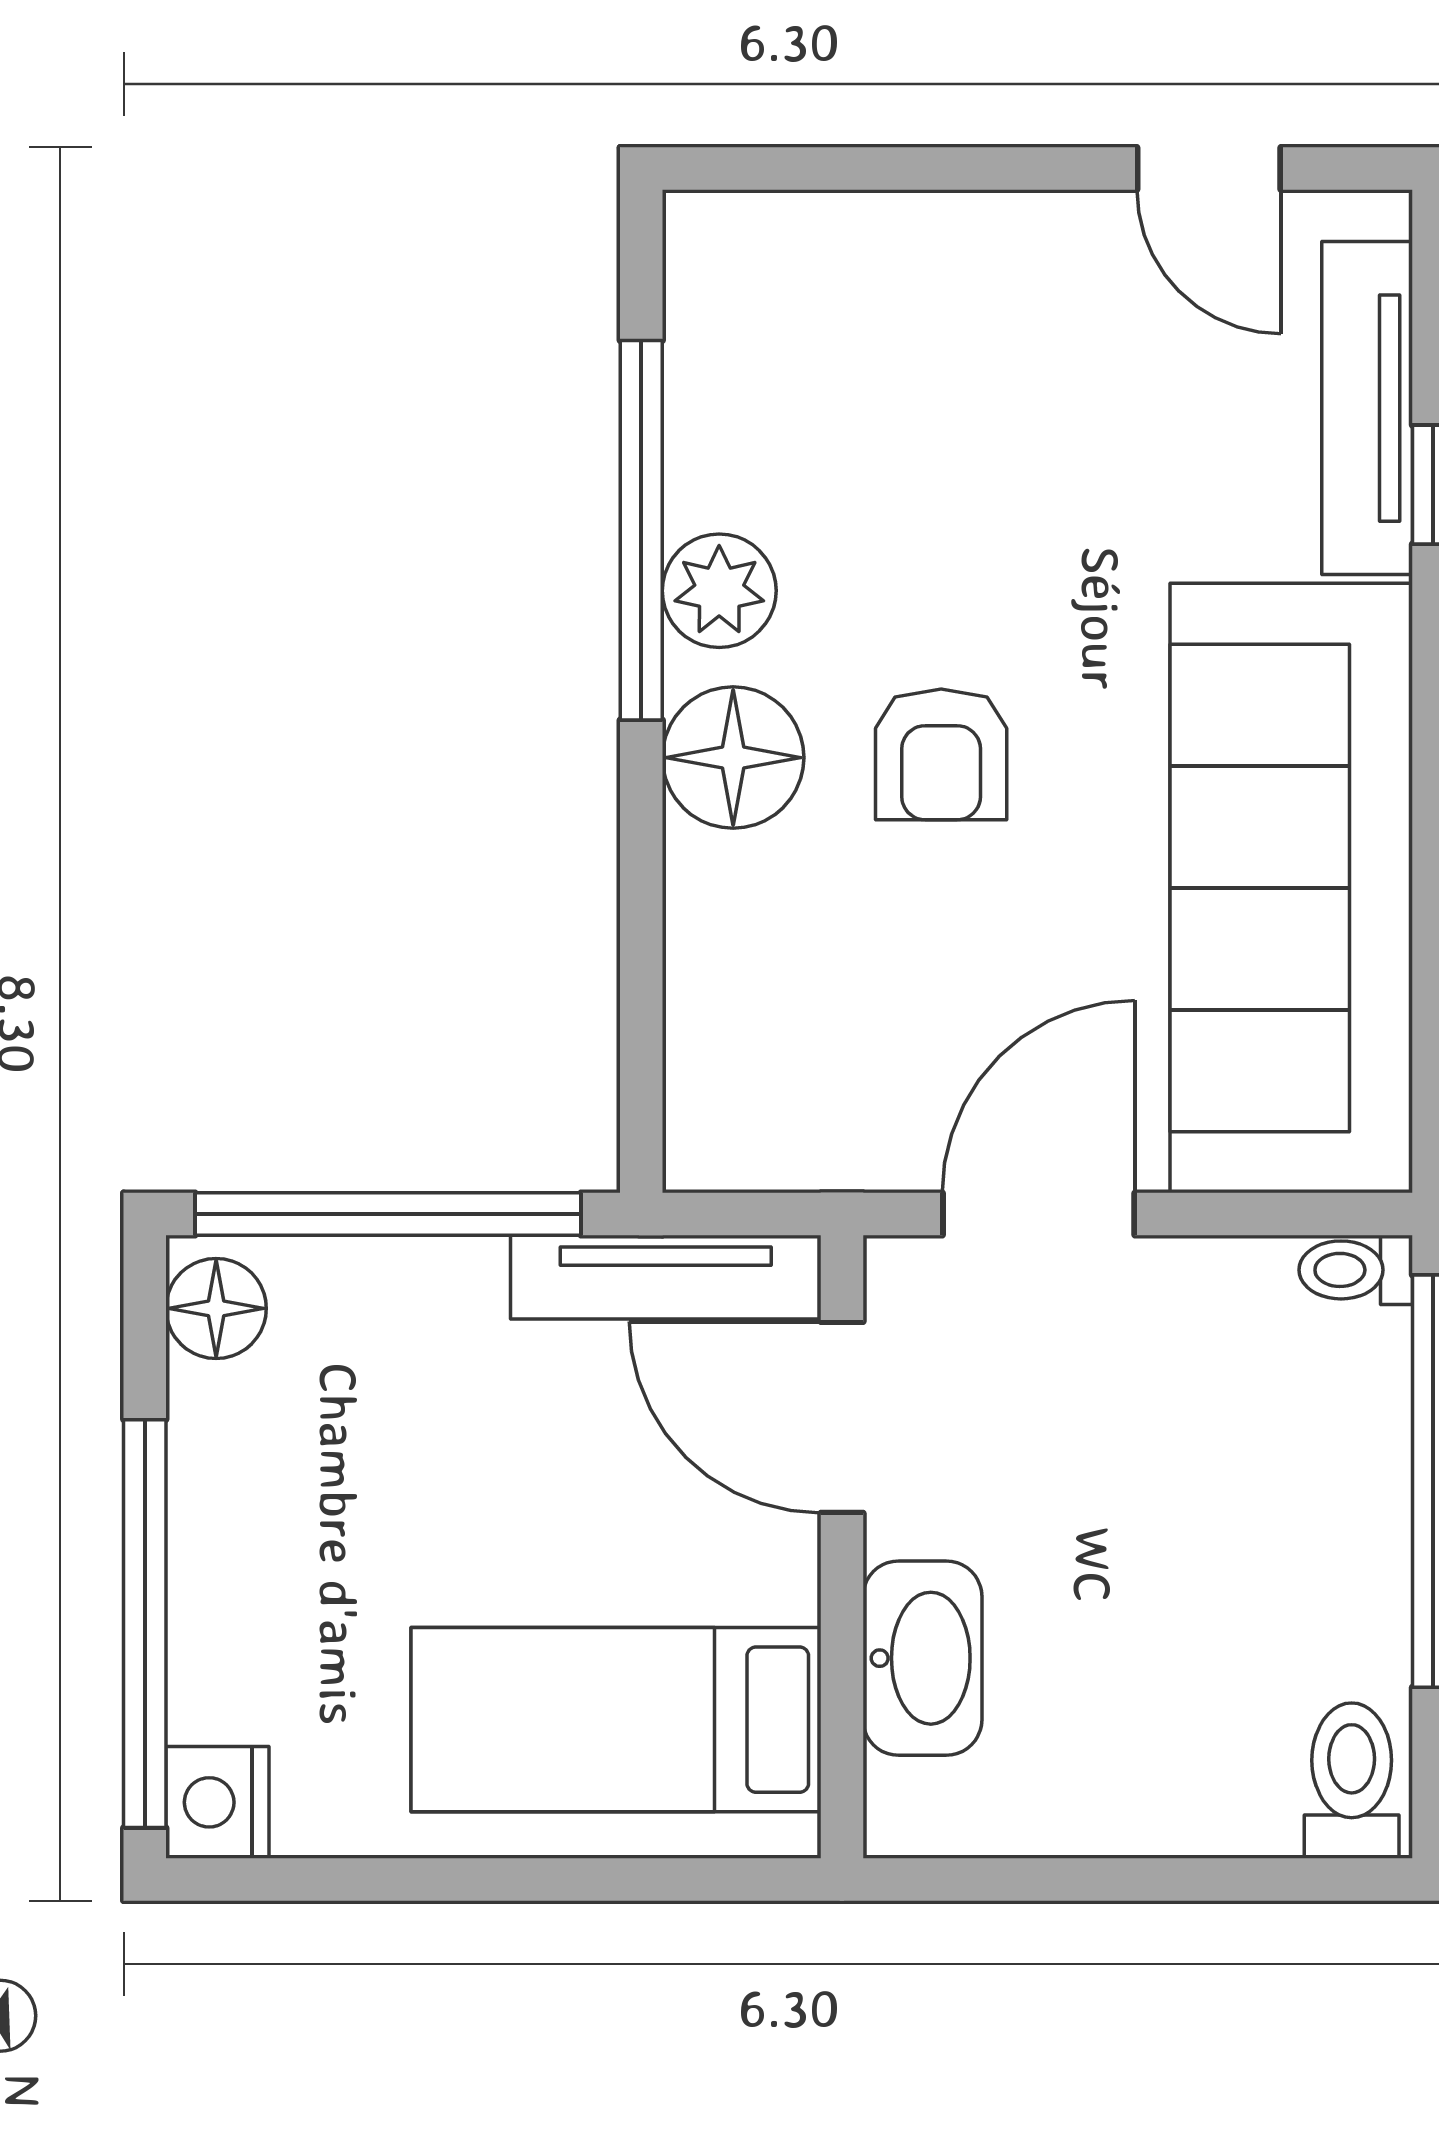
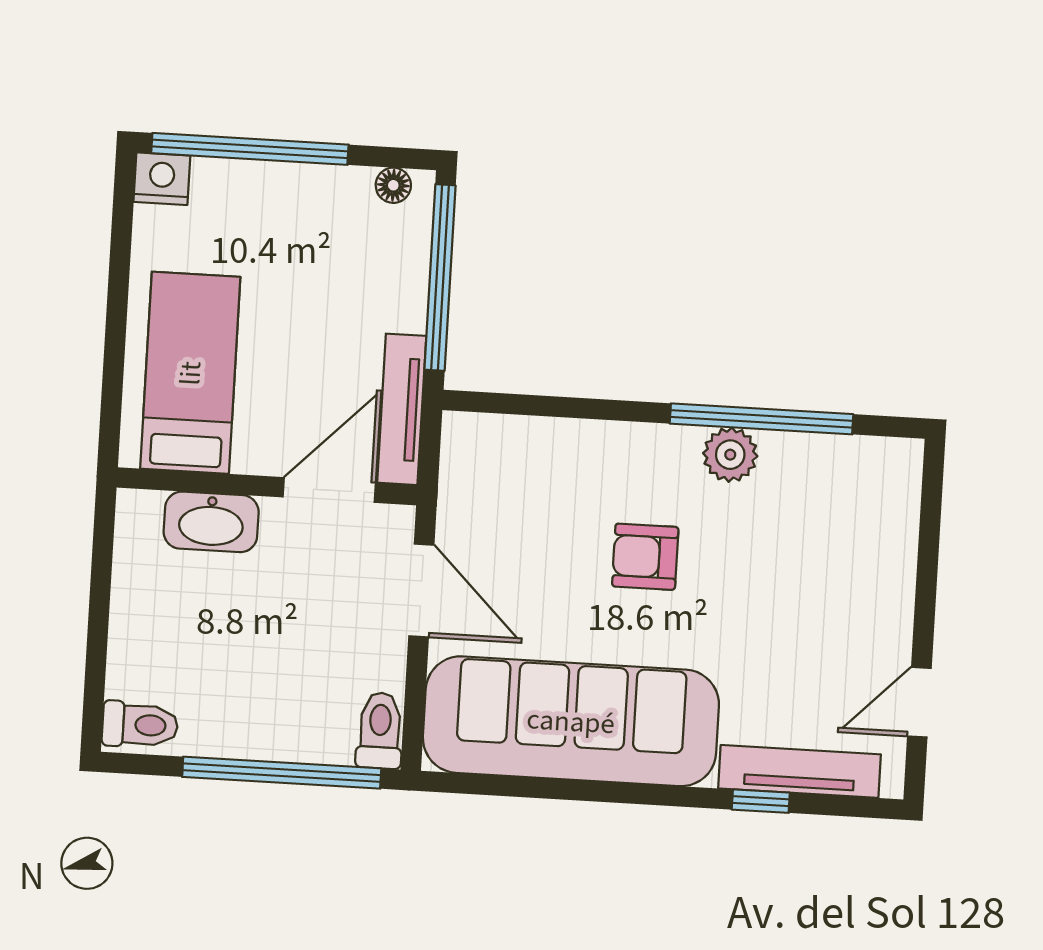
floor lamp: (733, 758) -> (650, 457), removed
toilet: (1356, 1270) -> (380, 730), width x1.37, depth x1.39
floor lamp: (216, 1308) -> (393, 185), width x0.73, depth x0.73

